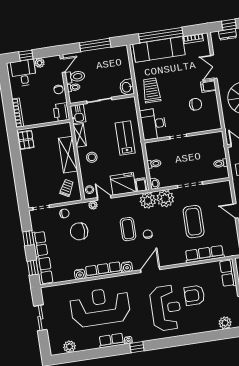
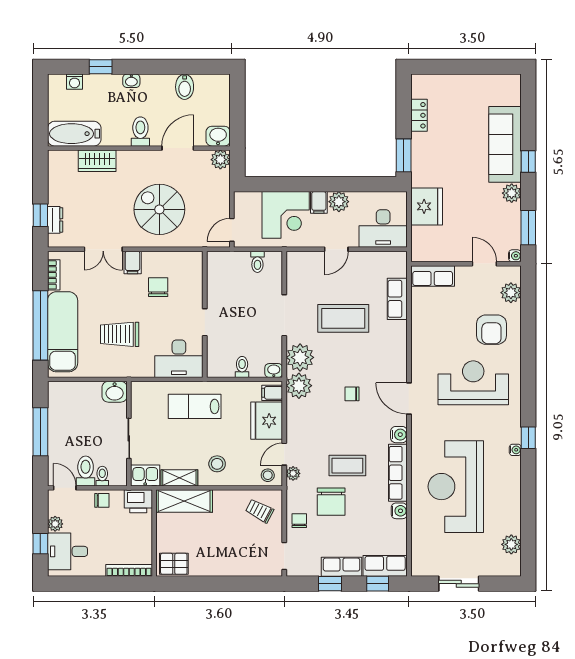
trolley: (151, 90) -> (120, 334), moved
shelving: (68, 155) -> (184, 501), moved
coffee table: (128, 229) -> (347, 466), moved
row of seats: (205, 254) -> (397, 299), width x0.68
armchair: (194, 295) -> (491, 330), moved
row of seats: (111, 341) -> (512, 477), removed

